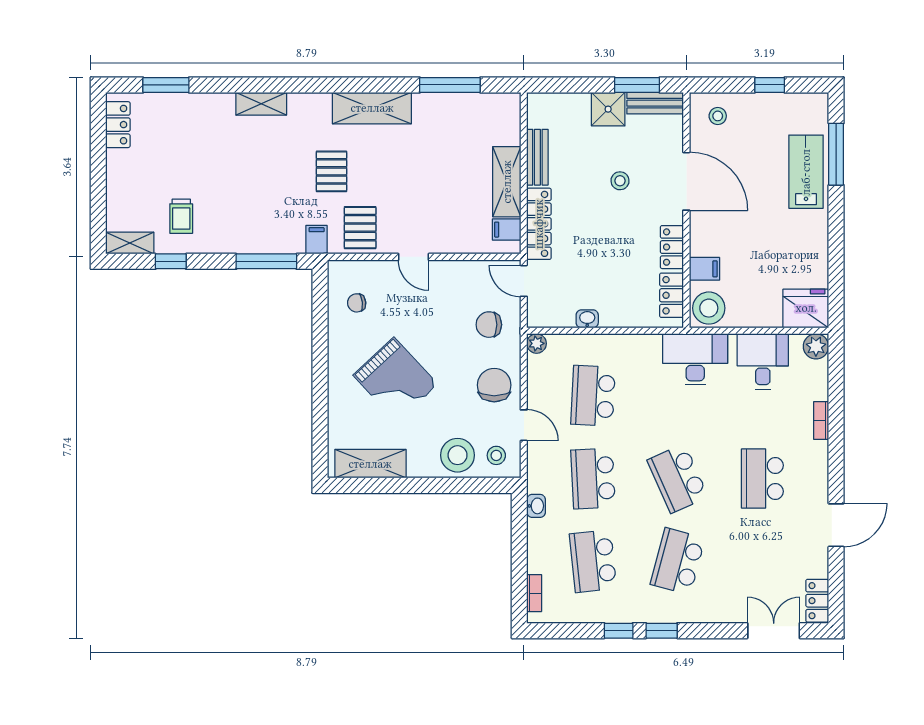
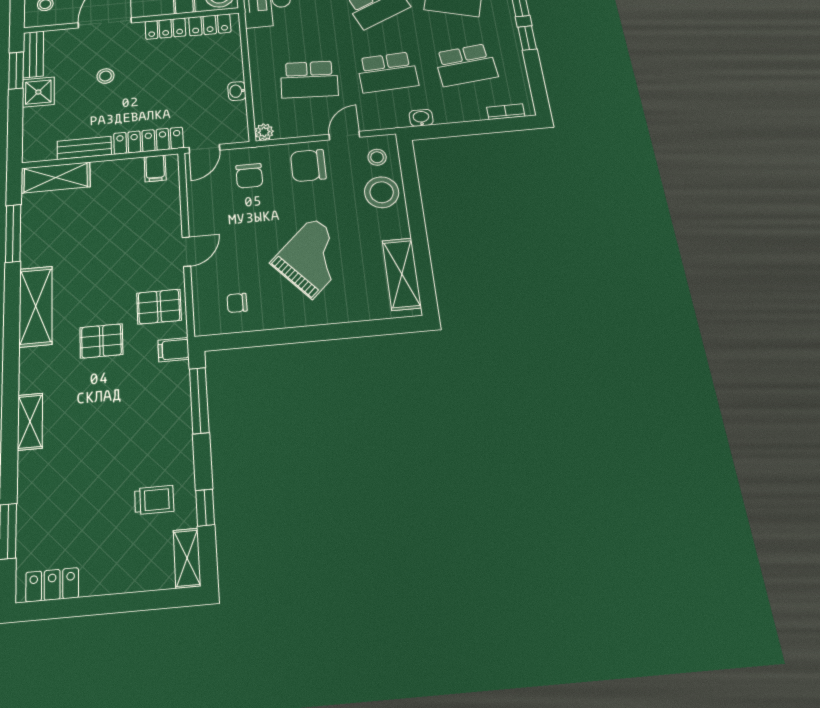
shelving: (507, 182) -> (56, 178), moved
chair: (357, 303) -> (237, 303), turned 97

